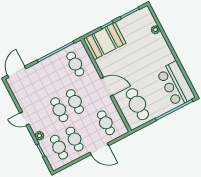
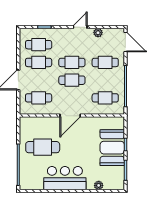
booth: (105, 41) -> (112, 148), moved
cafe table: (44, 80) -> (105, 62), added
bar counter: (176, 84) -> (65, 178), moved
cafe table: (137, 104) -> (43, 147), moved
plant: (40, 136) -> (98, 33), moved

